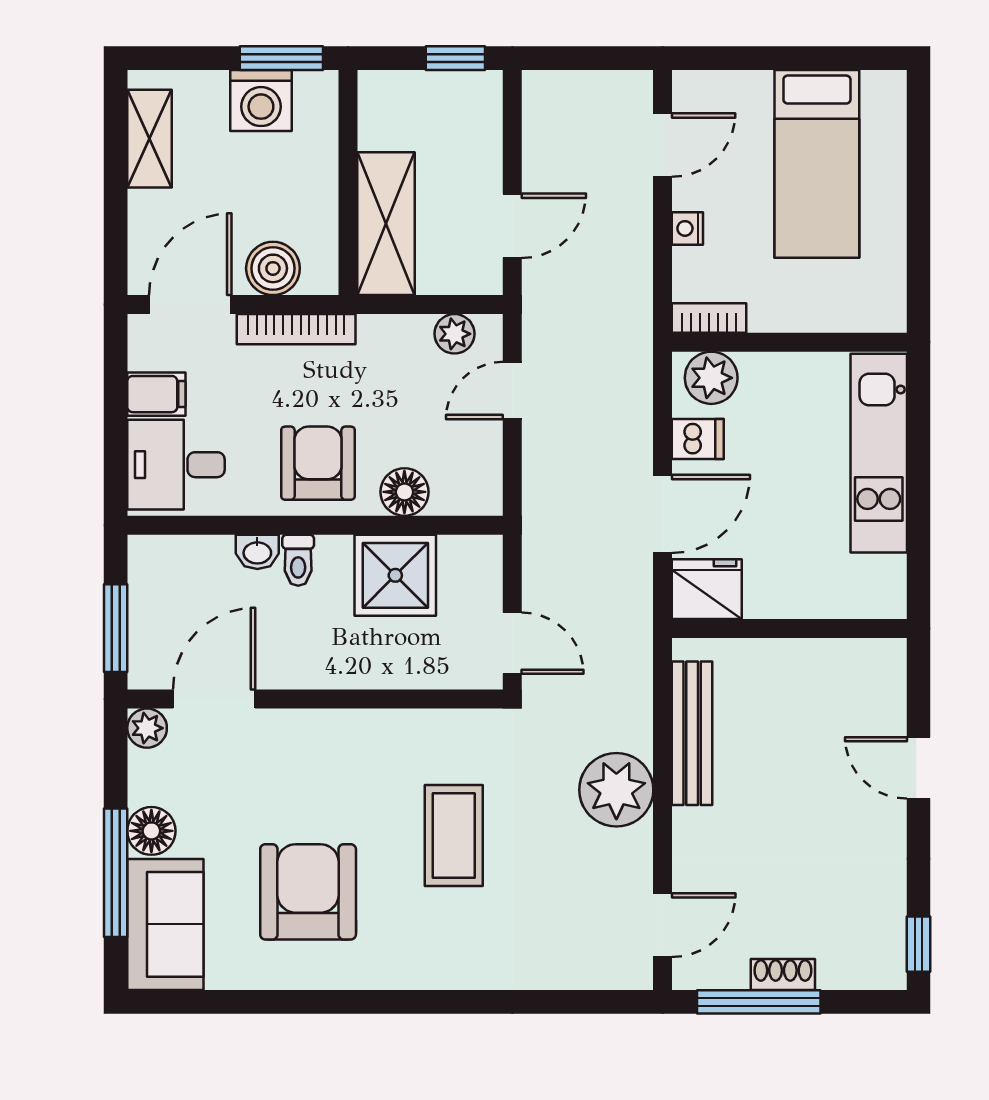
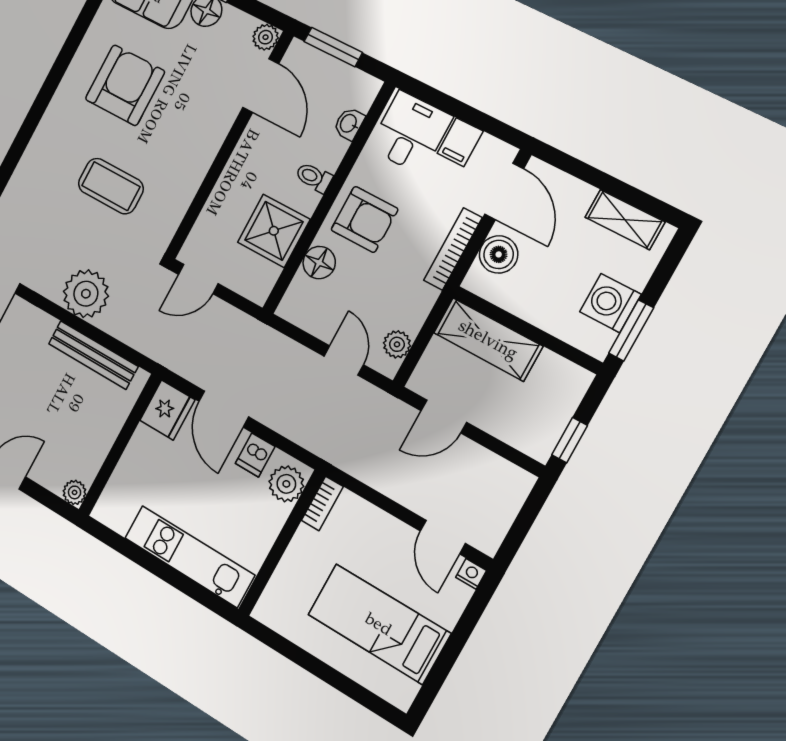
door: (512, 226) -> (444, 416), hinge flipped
nightstand: (687, 228) -> (471, 574), moved
washbasin: (257, 552) -> (349, 124), moved
plant: (888, 656) -> (75, 492), added
armchair: (308, 892) -> (125, 85), turned -90

